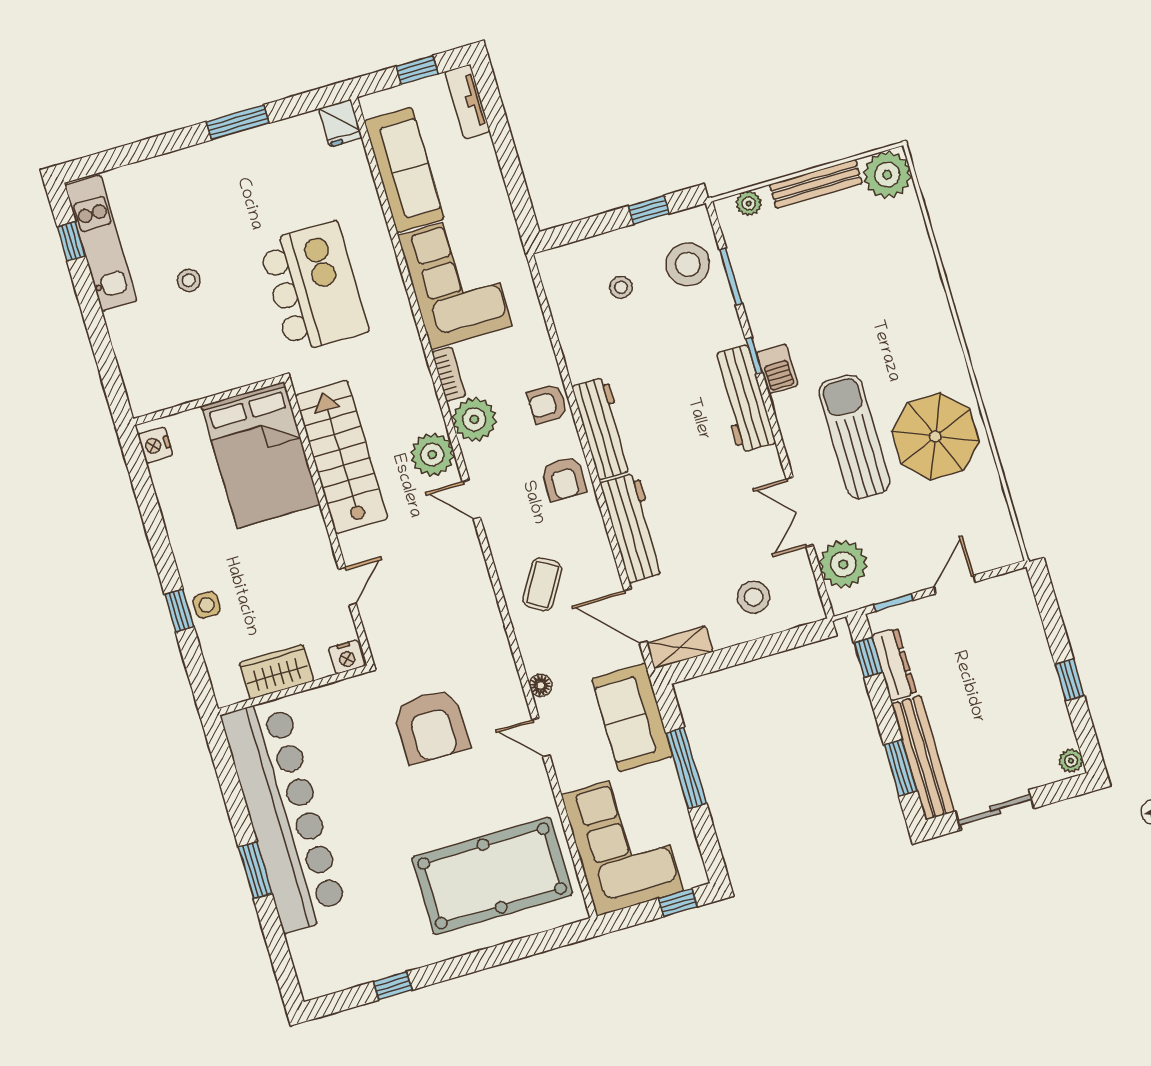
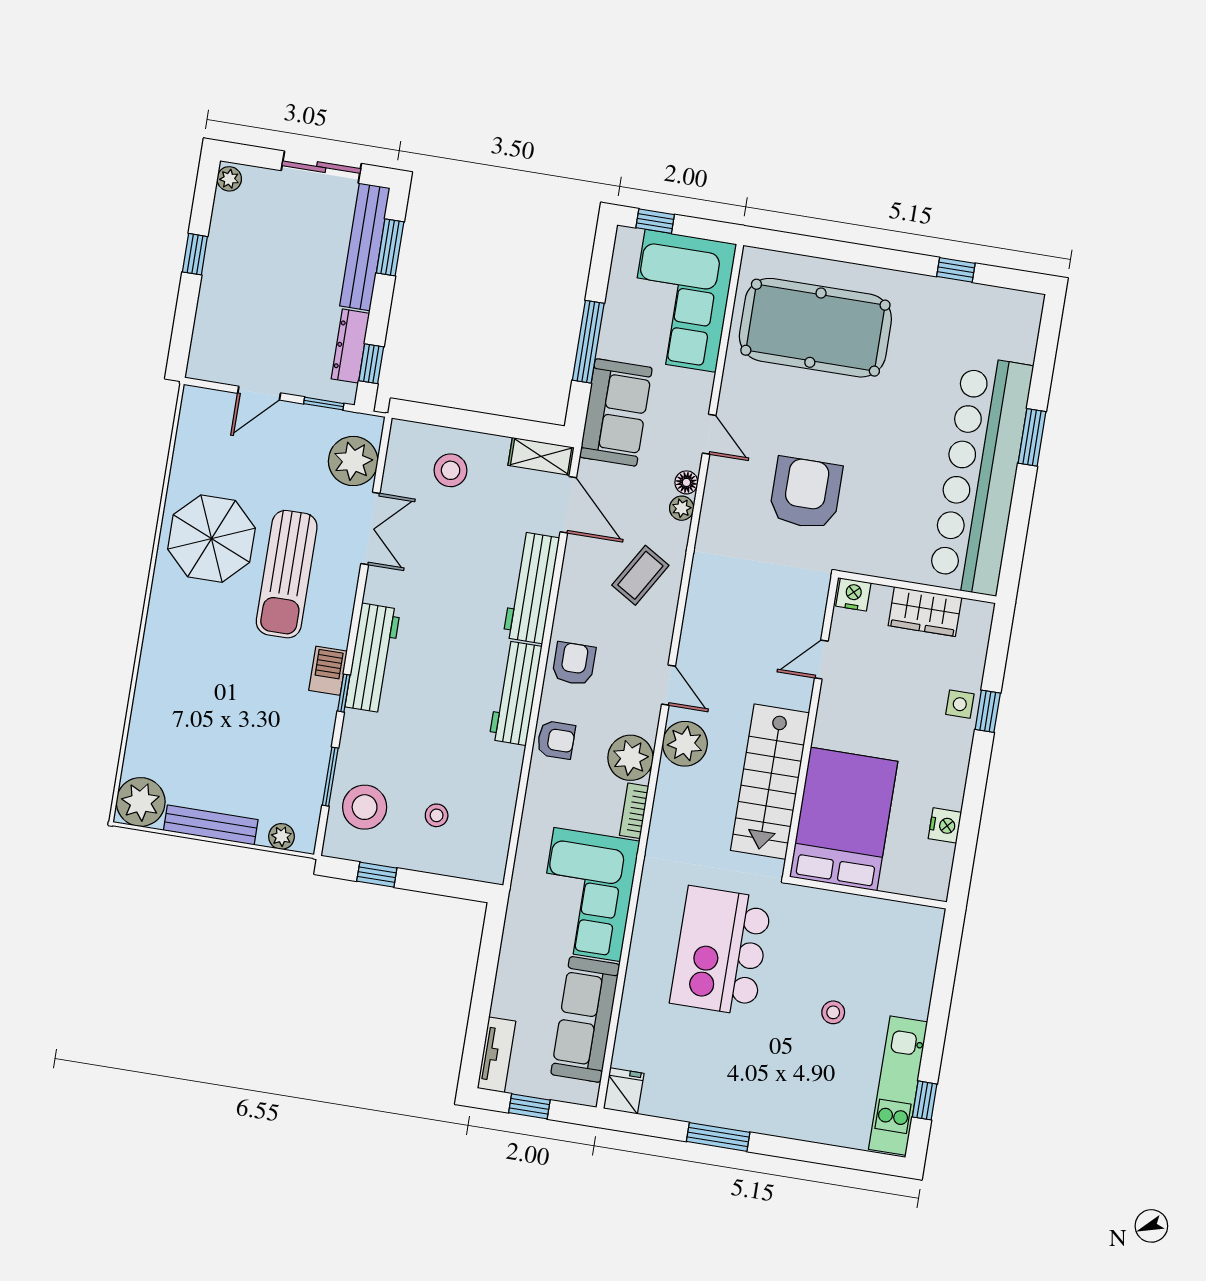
nightstand: (155, 445) -> (945, 825), moved
plant: (534, 661) -> (682, 508), added

